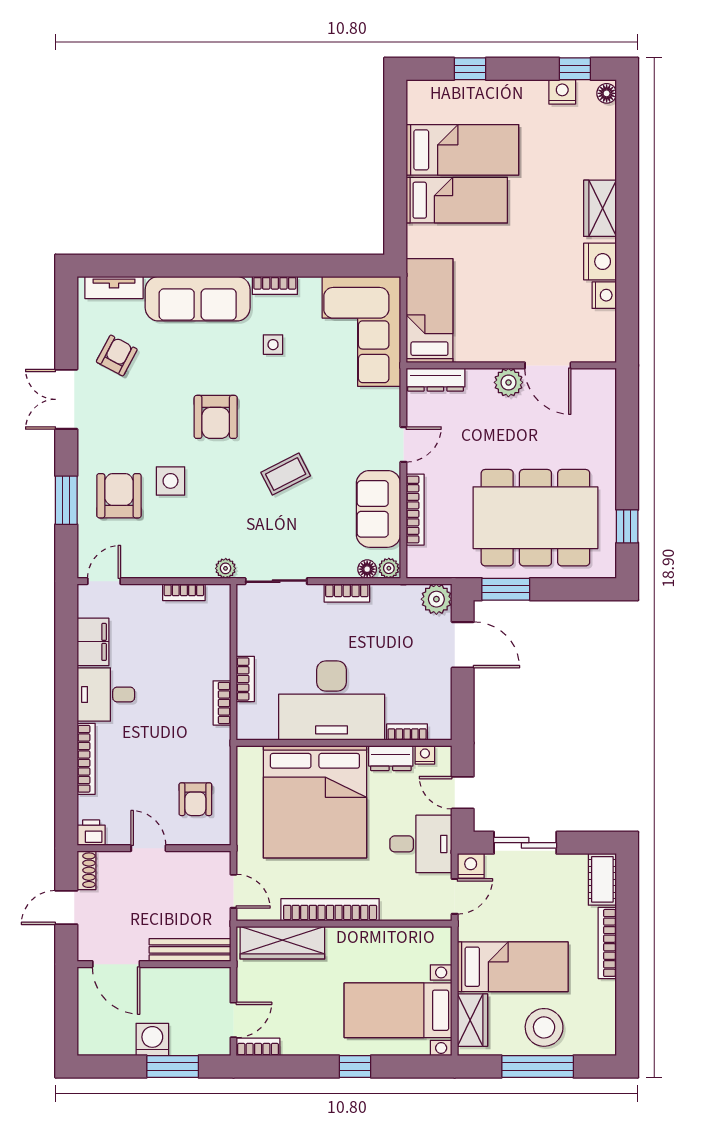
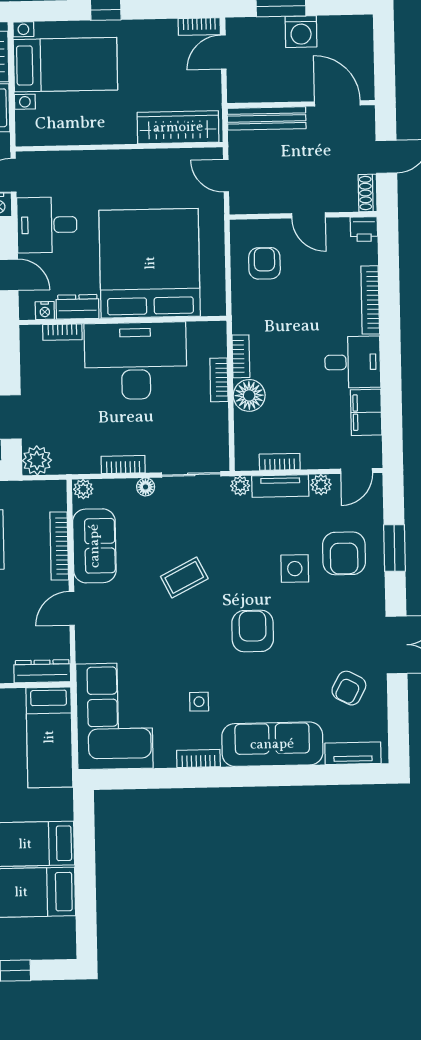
tv unit: (184, 567) -> (280, 486), added
plant: (141, 568) -> (321, 485), added
floor lamp: (367, 569) -> (146, 487), moved
floor lamp: (214, 662) -> (249, 395), added
bookcase: (330, 910) -> (133, 160), removed

